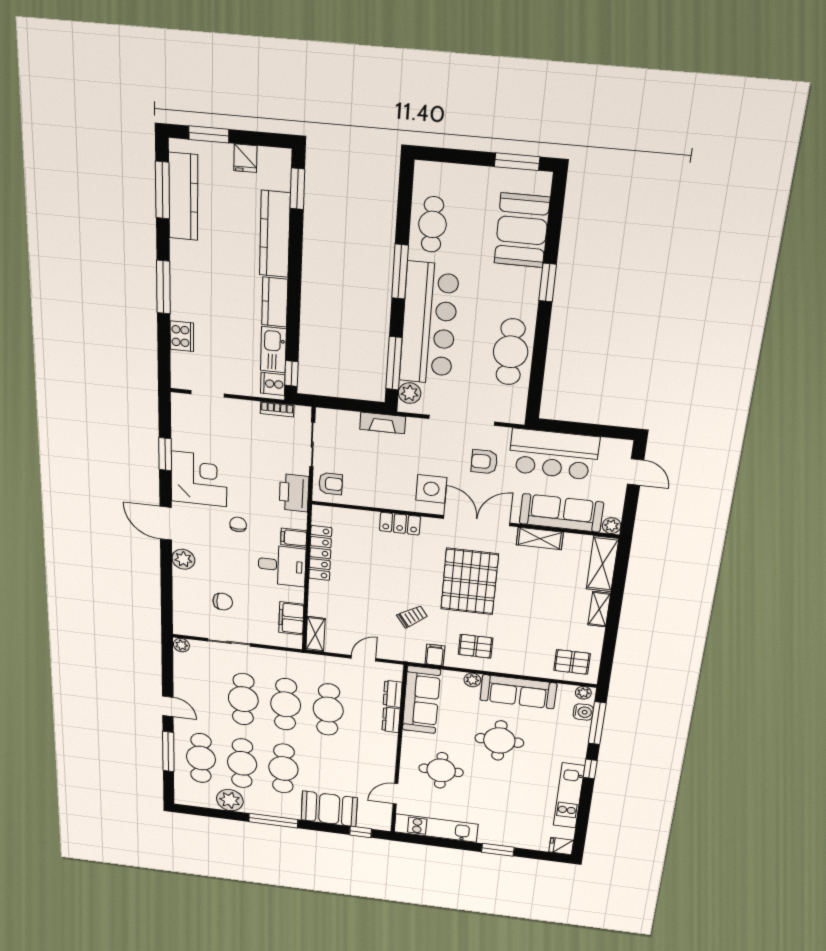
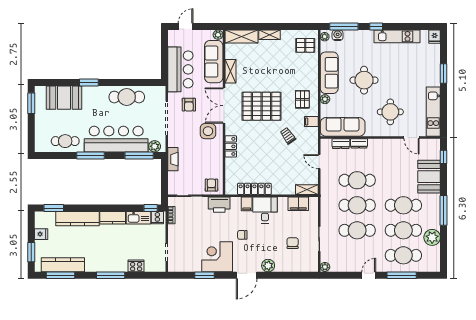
pallet: (572, 662) -> (305, 45), turned 90

